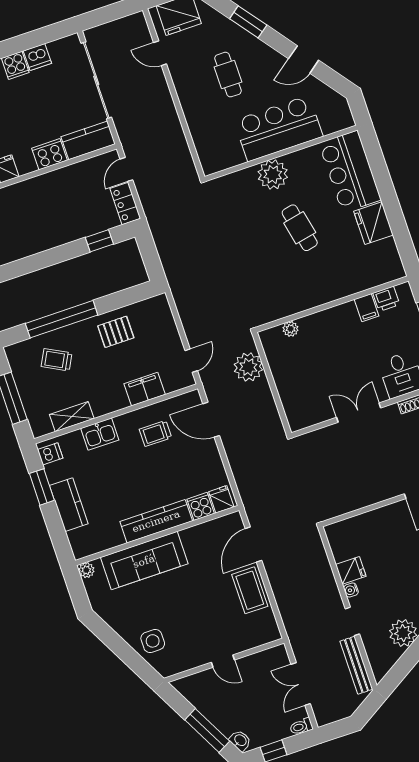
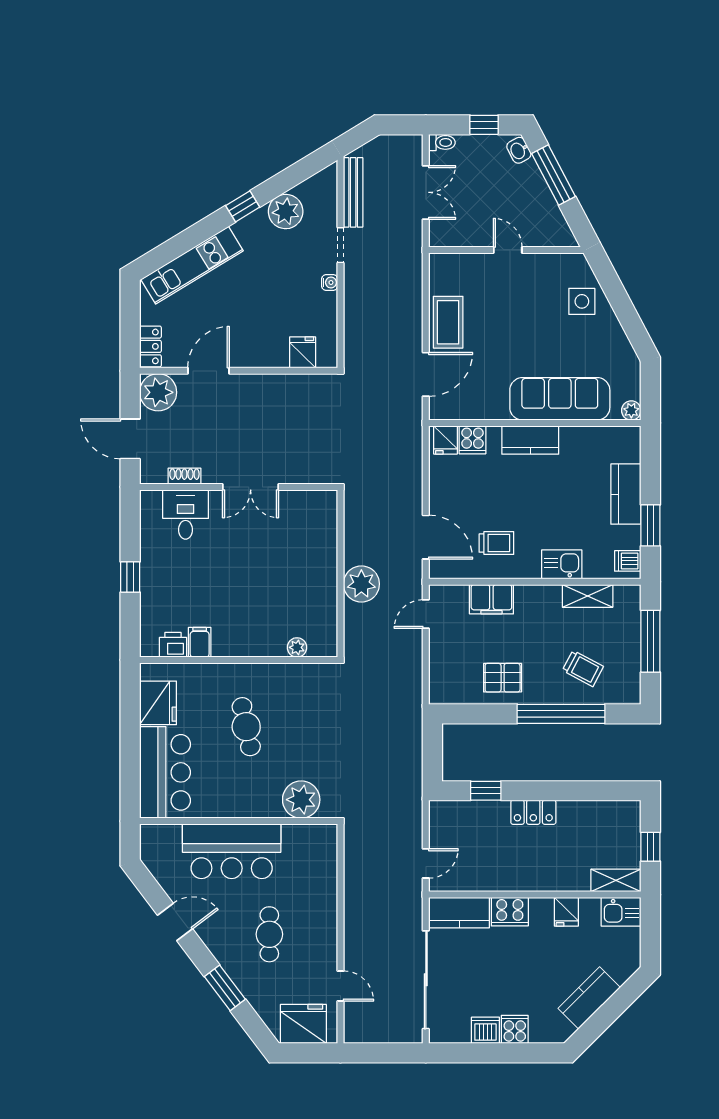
plant: (273, 174) -> (301, 800), moved
locker: (125, 204) -> (533, 812), moved, turned 90
printer: (386, 299) -> (173, 645), moved
wall: (332, 304) -> (239, 660), moved
filing cabinet: (367, 308) -> (200, 642), moved
plant: (291, 329) -> (297, 647), moved
kitchen counter: (156, 521) -> (530, 440), width x0.67
fridge: (351, 570) -> (303, 352), moved, turned 90

